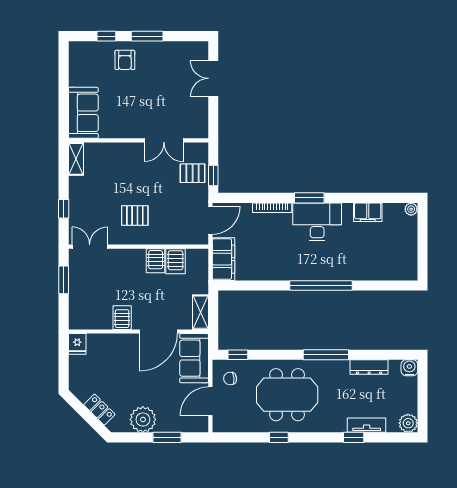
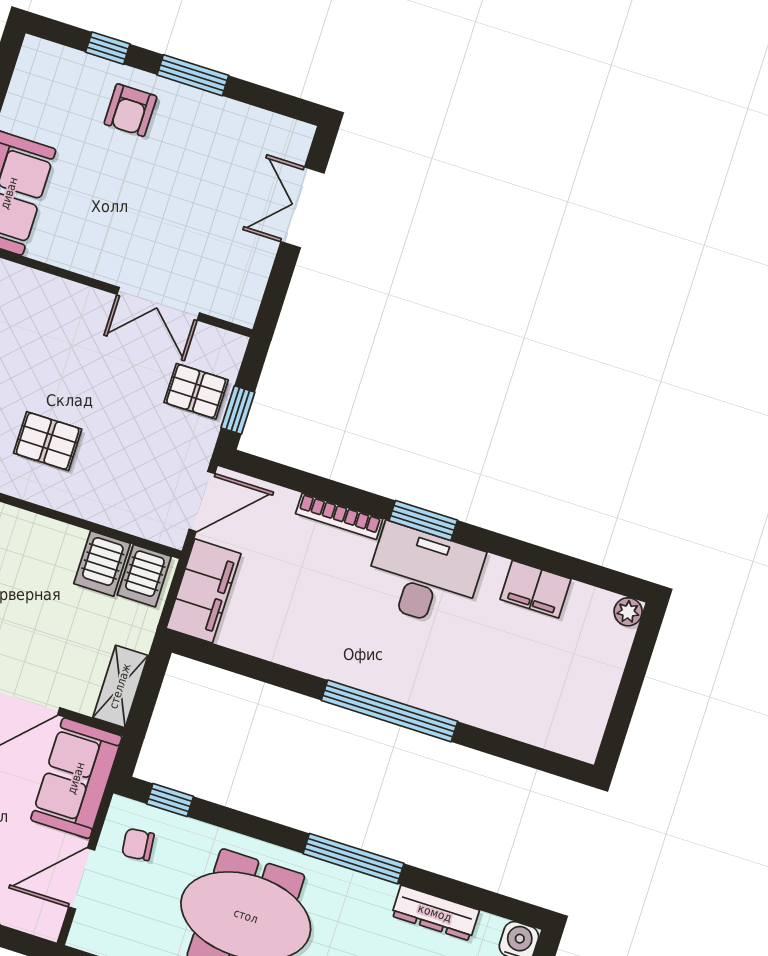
server rack: (156, 261) -> (144, 576), moved

